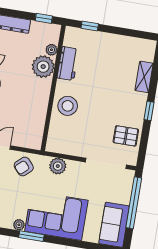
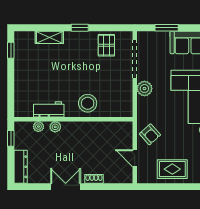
window: (90, 26) -> (11, 50), moved
plant: (43, 67) -> (55, 127), width x0.53, depth x0.53
plant: (58, 166) -> (144, 88), moved
window: (134, 203) -> (167, 28), width x0.47

